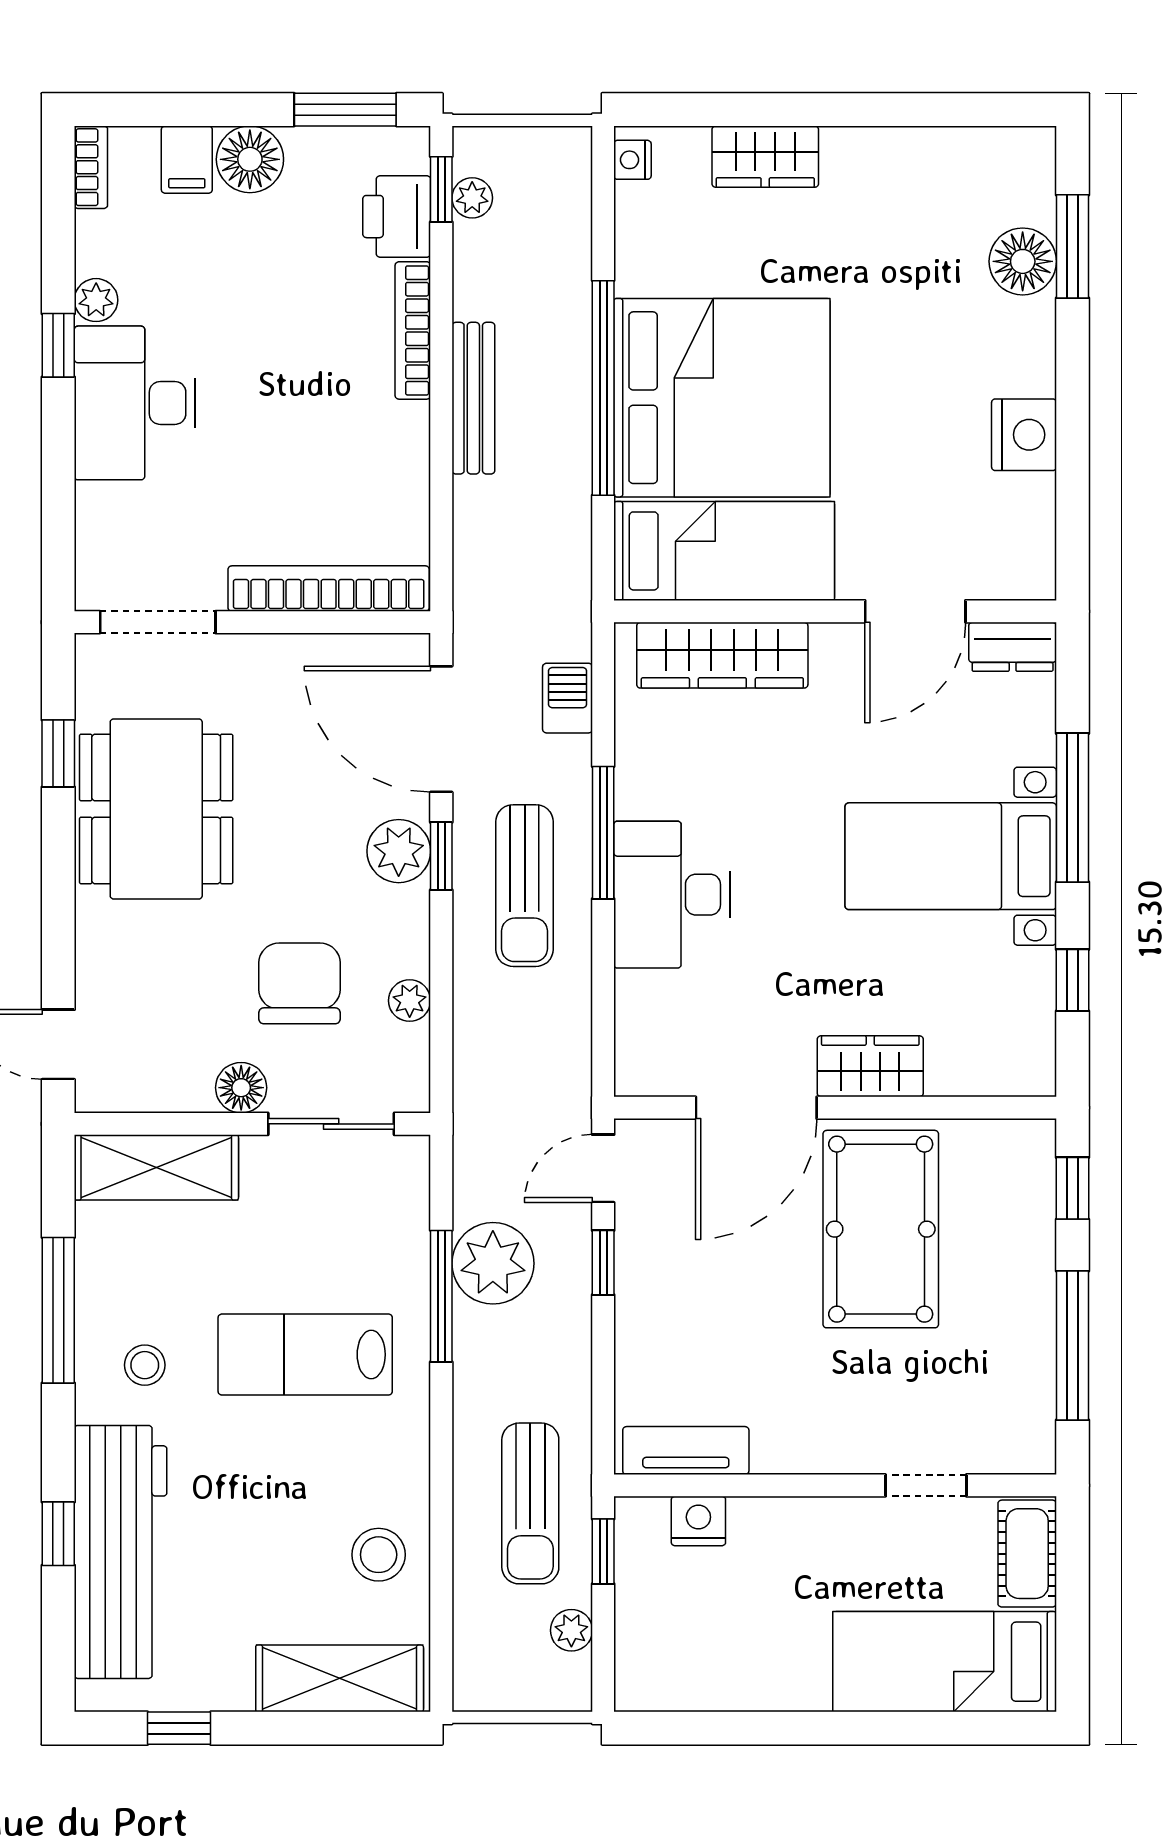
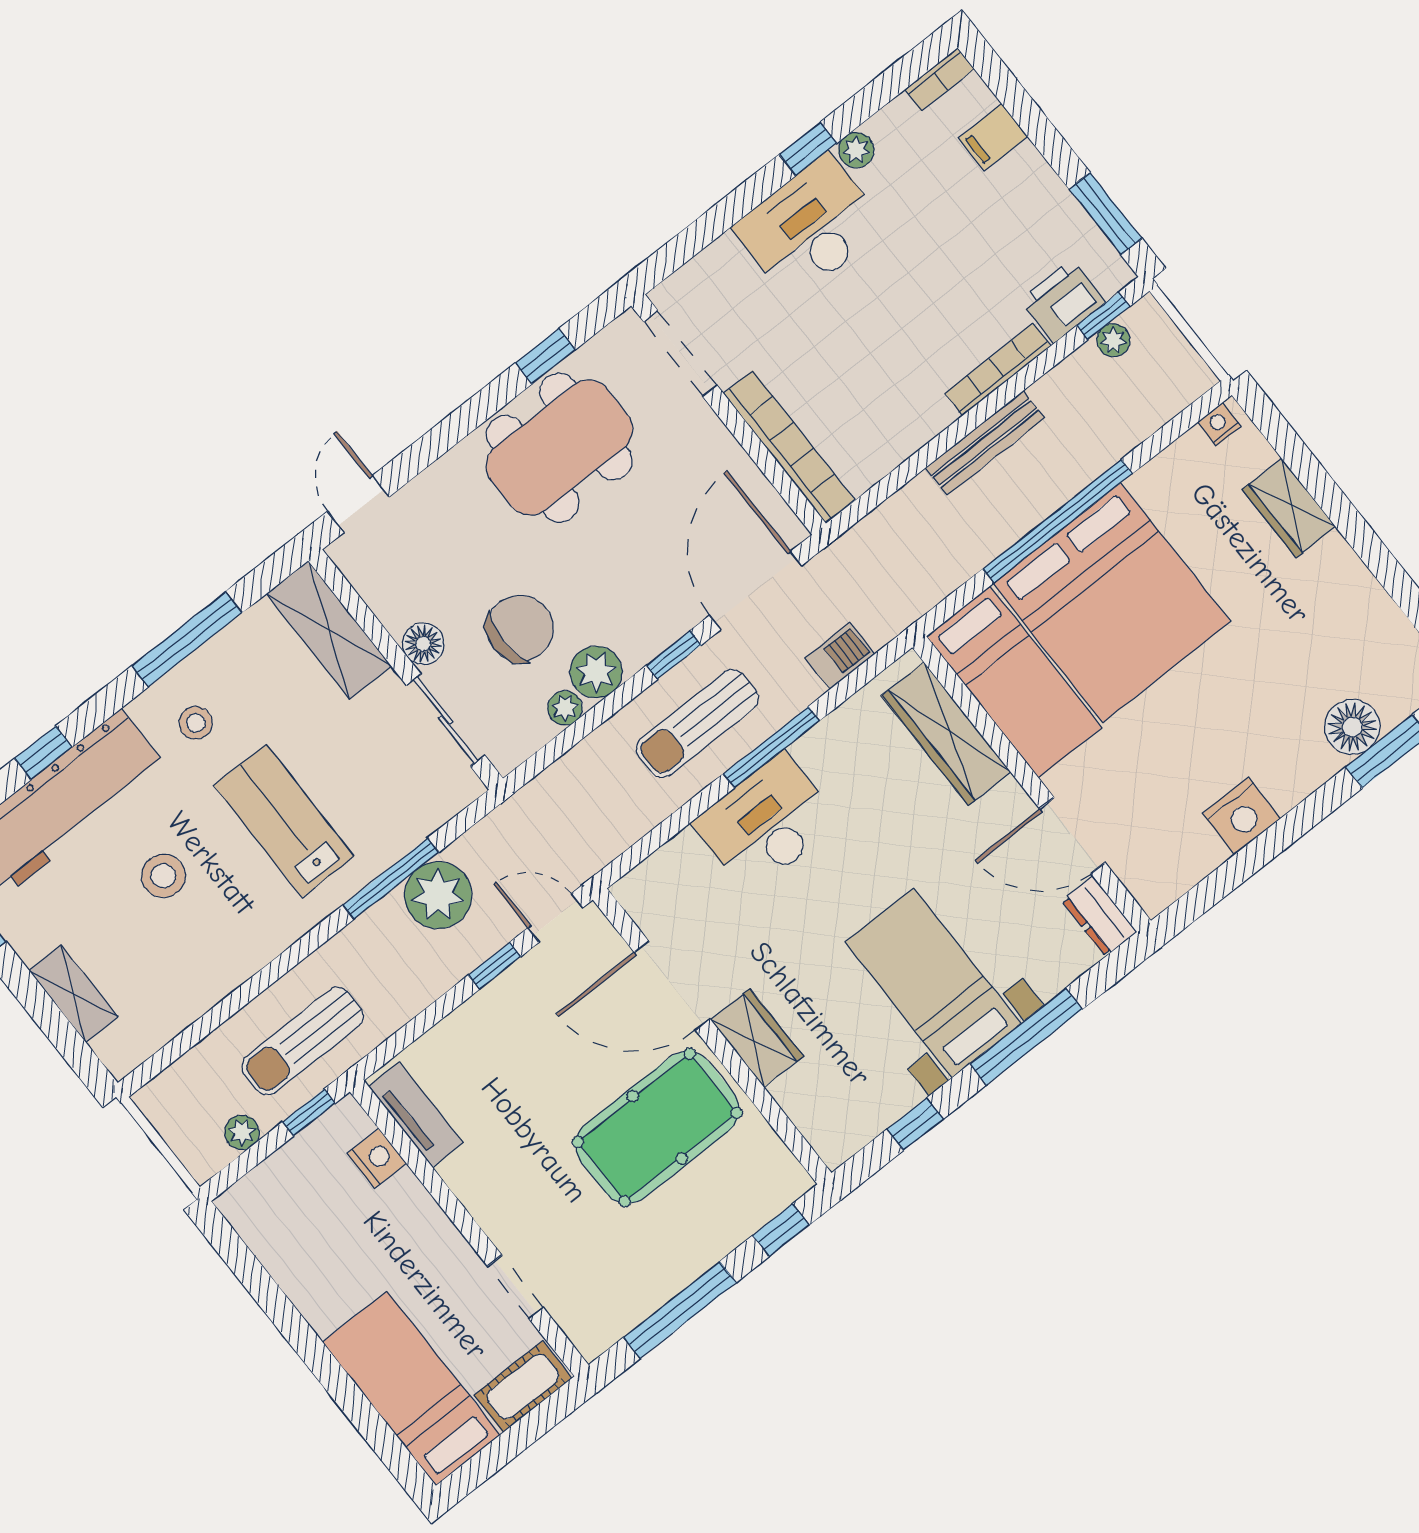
floor lamp: (250, 159) -> (1025, 178), removed
plant: (399, 851) -> (596, 672), moved
stool: (379, 1555) -> (163, 876), moved
shelving: (340, 1678) -> (73, 994), width x0.67, depth x0.75

